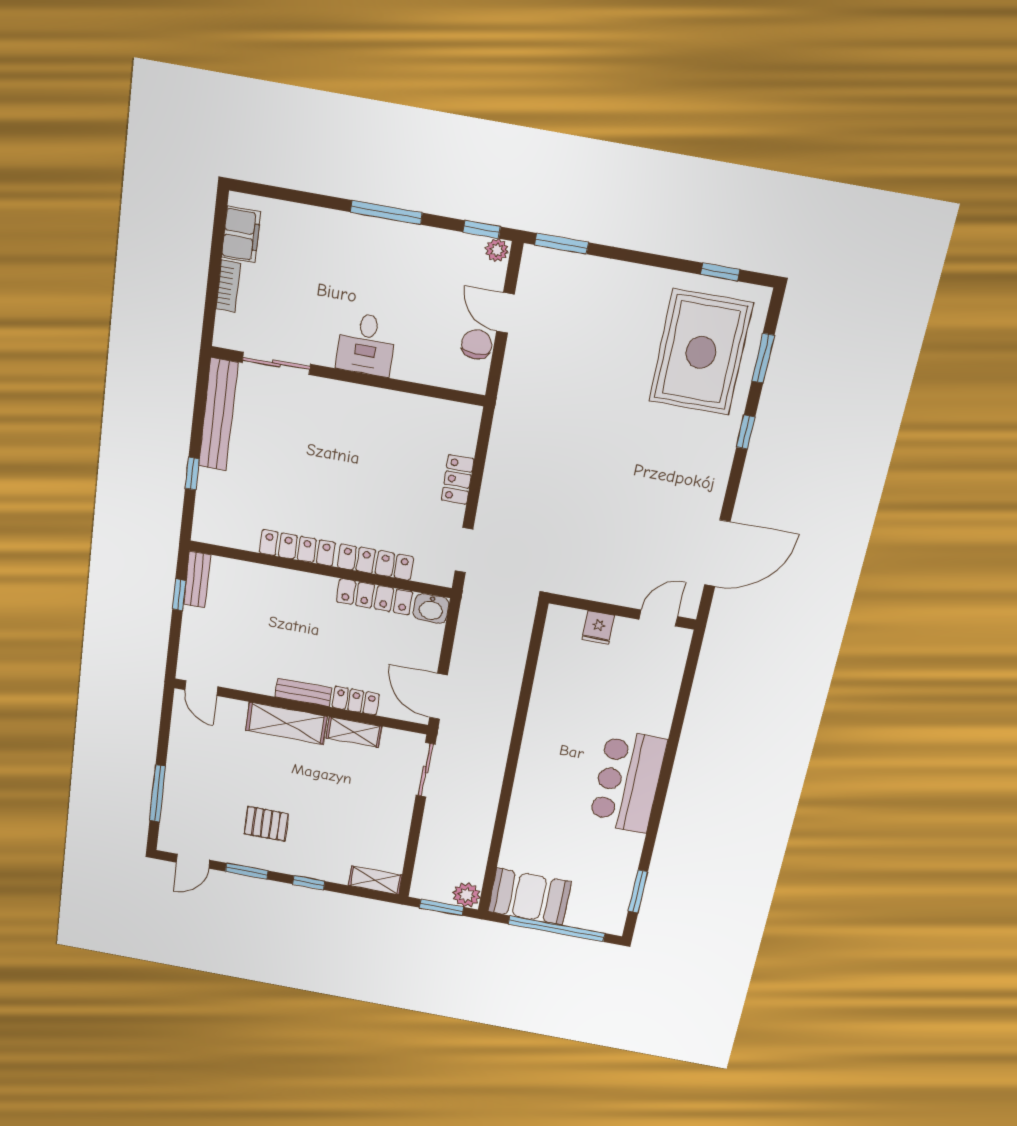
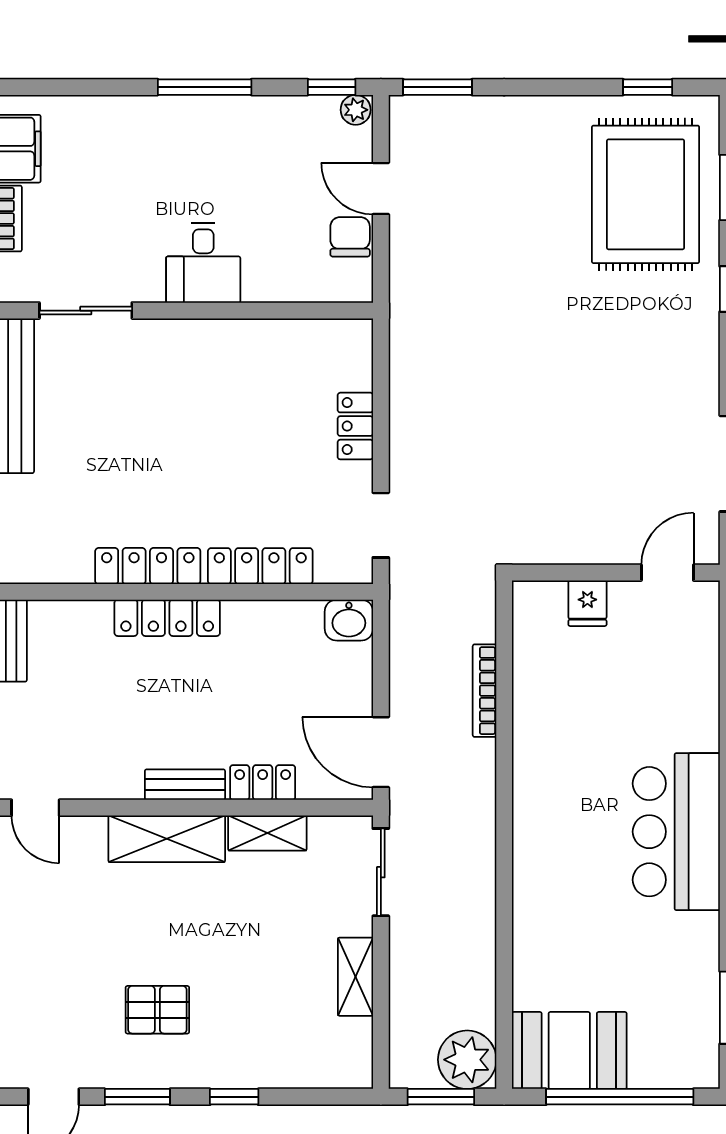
locker: (375, 597) -> (167, 618), moved
bookcase: (516, 671) -> (485, 691), added
shelving: (375, 880) -> (356, 977), moved, turned 90
plant: (467, 895) -> (467, 1060), width x1.36, depth x1.36

